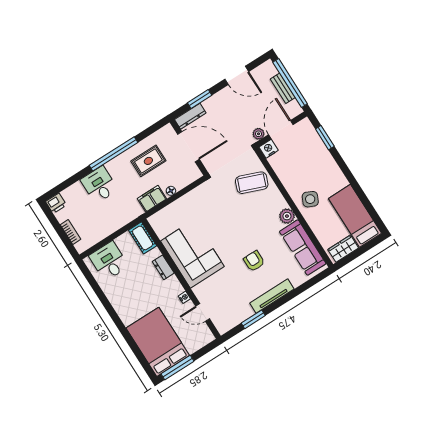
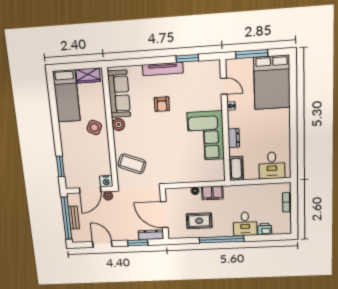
printer: (56, 203) -> (265, 229), moved
window: (178, 368) -> (252, 54), moved

